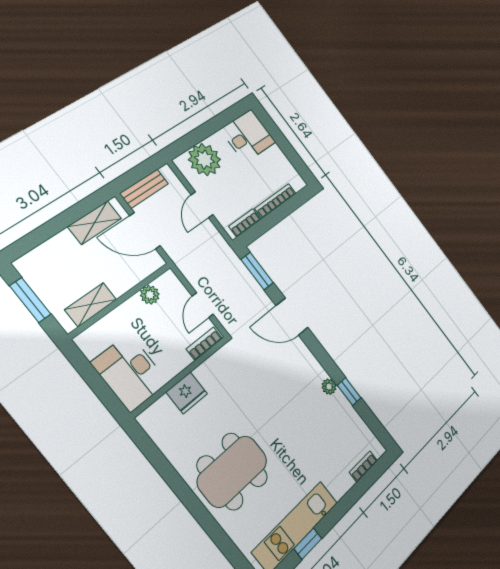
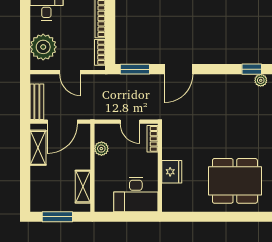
plant: (329, 387) -> (261, 80), moved
dining table: (232, 471) -> (235, 181), turned 90

